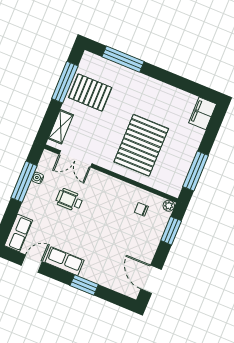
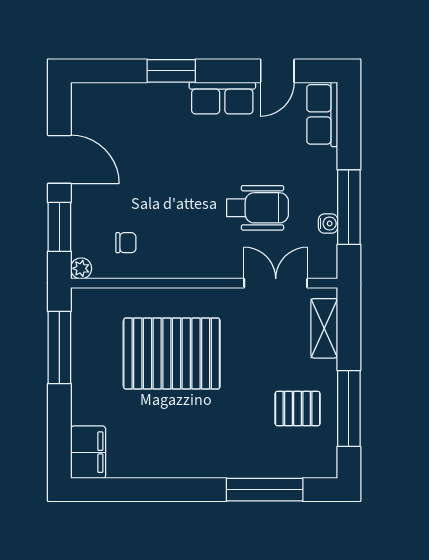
pallet: (90, 93) -> (298, 409), width x0.67, depth x0.71
pallet: (141, 145) -> (172, 354), turned 90
wheelchair: (69, 200) -> (258, 208), width x1.36, depth x1.37
door: (151, 279) -> (59, 159), moved

